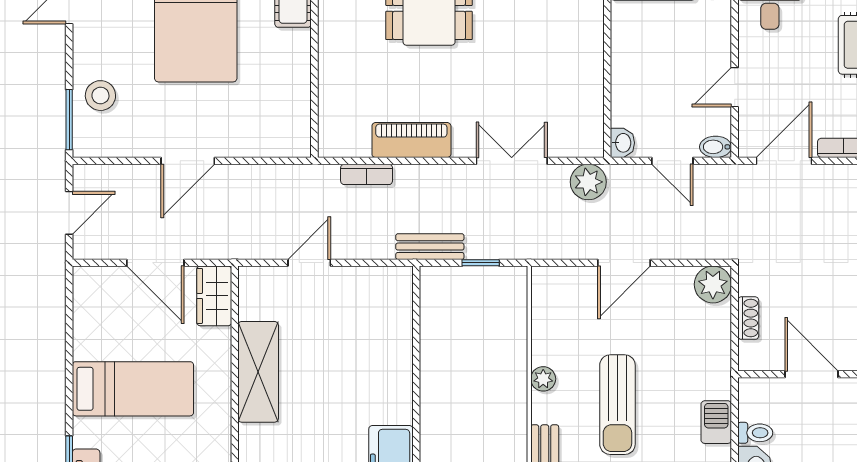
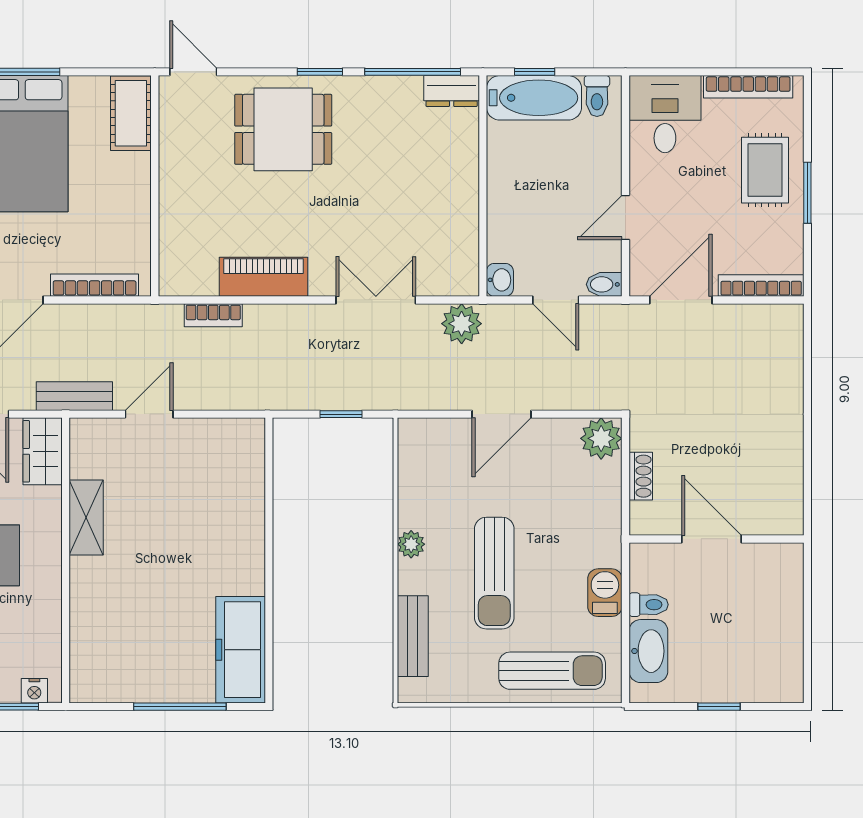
bookcase: (261, 148) -> (95, 285), added
bench: (430, 247) -> (74, 396), moved
shelving: (258, 372) -> (86, 518), width x0.67, depth x0.75

